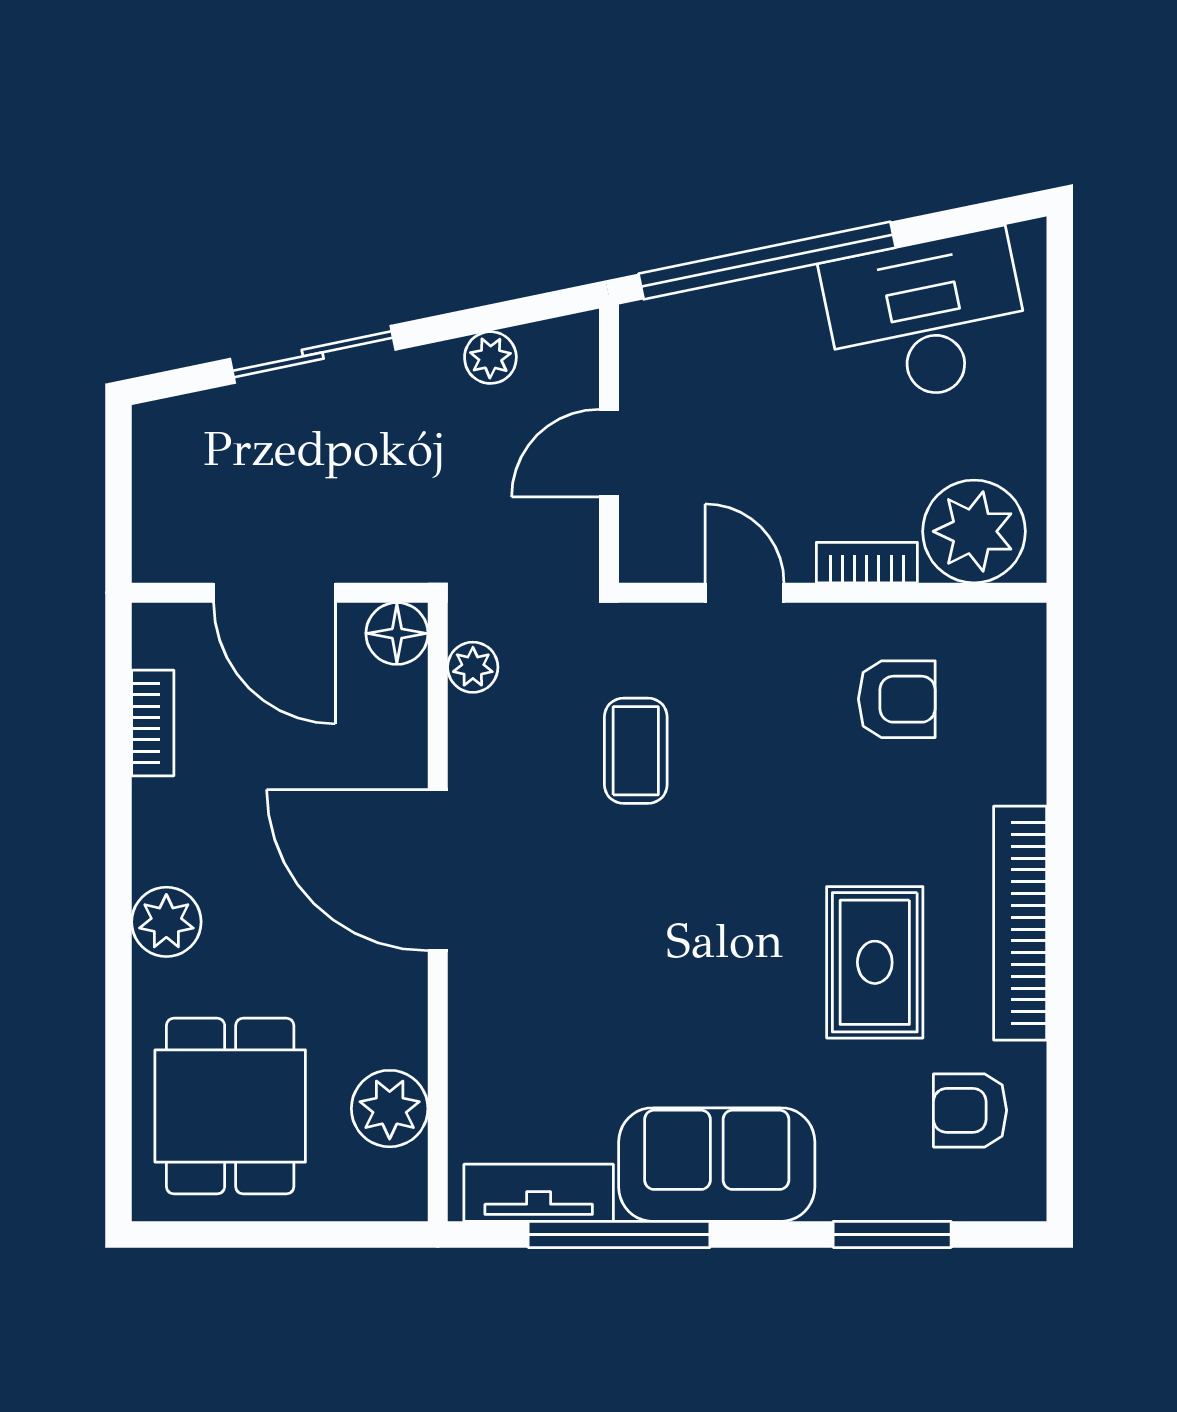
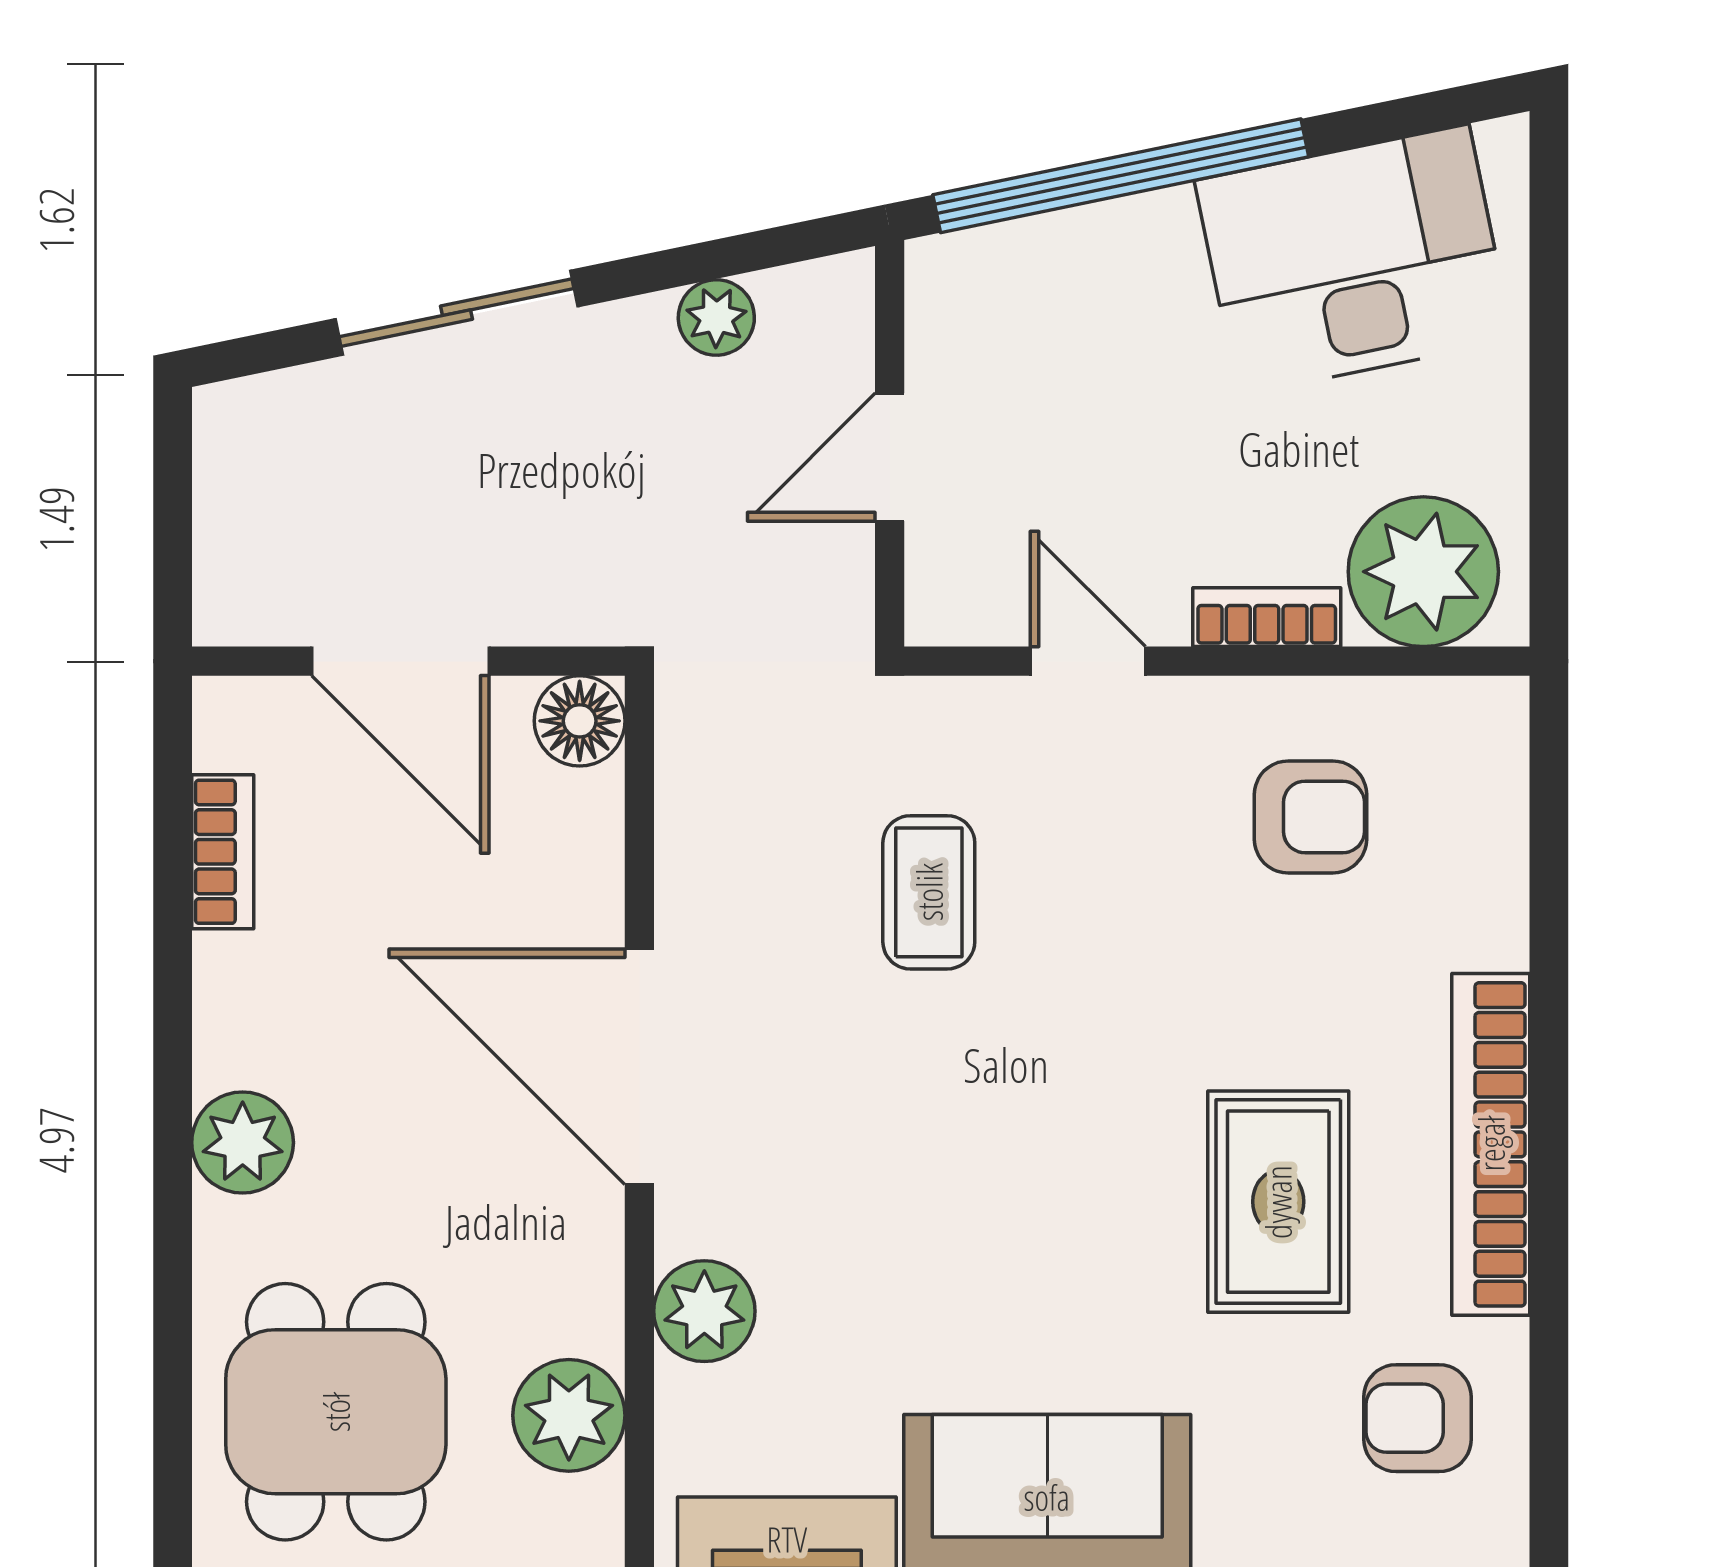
plant: (473, 667) -> (704, 1311), moved, width x1.38, depth x1.38

